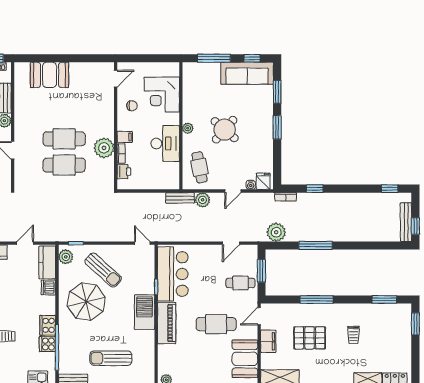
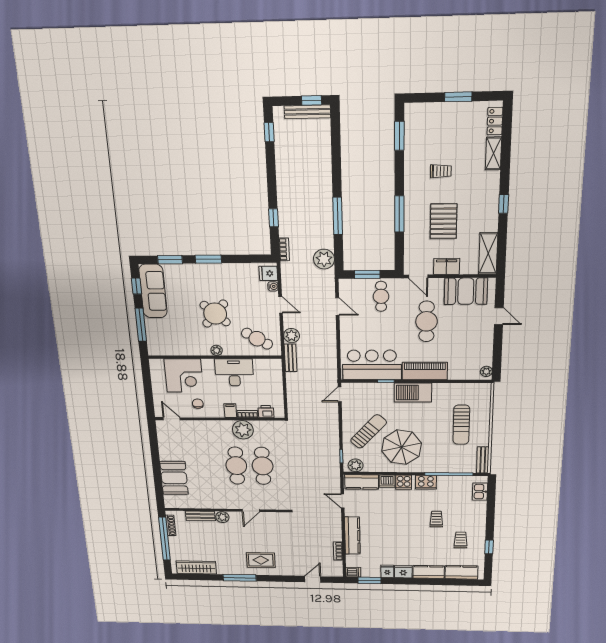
cafe table: (199, 167) -> (257, 339), turned 42
window: (415, 324) -> (458, 97), moved
cooker: (47, 344) -> (404, 482), moved

